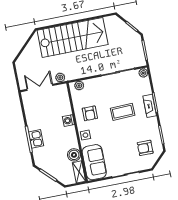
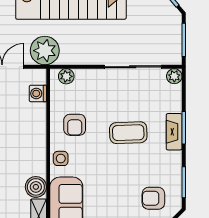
plant: (60, 78) -> (45, 51), width x1.87, depth x1.87
washing machine: (68, 121) -> (38, 93), moved

